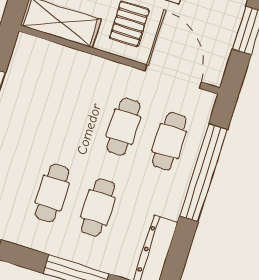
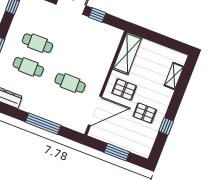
cafe table: (169, 141) -> (61, 107), removed
window: (204, 173) -> (43, 124), width x0.68

